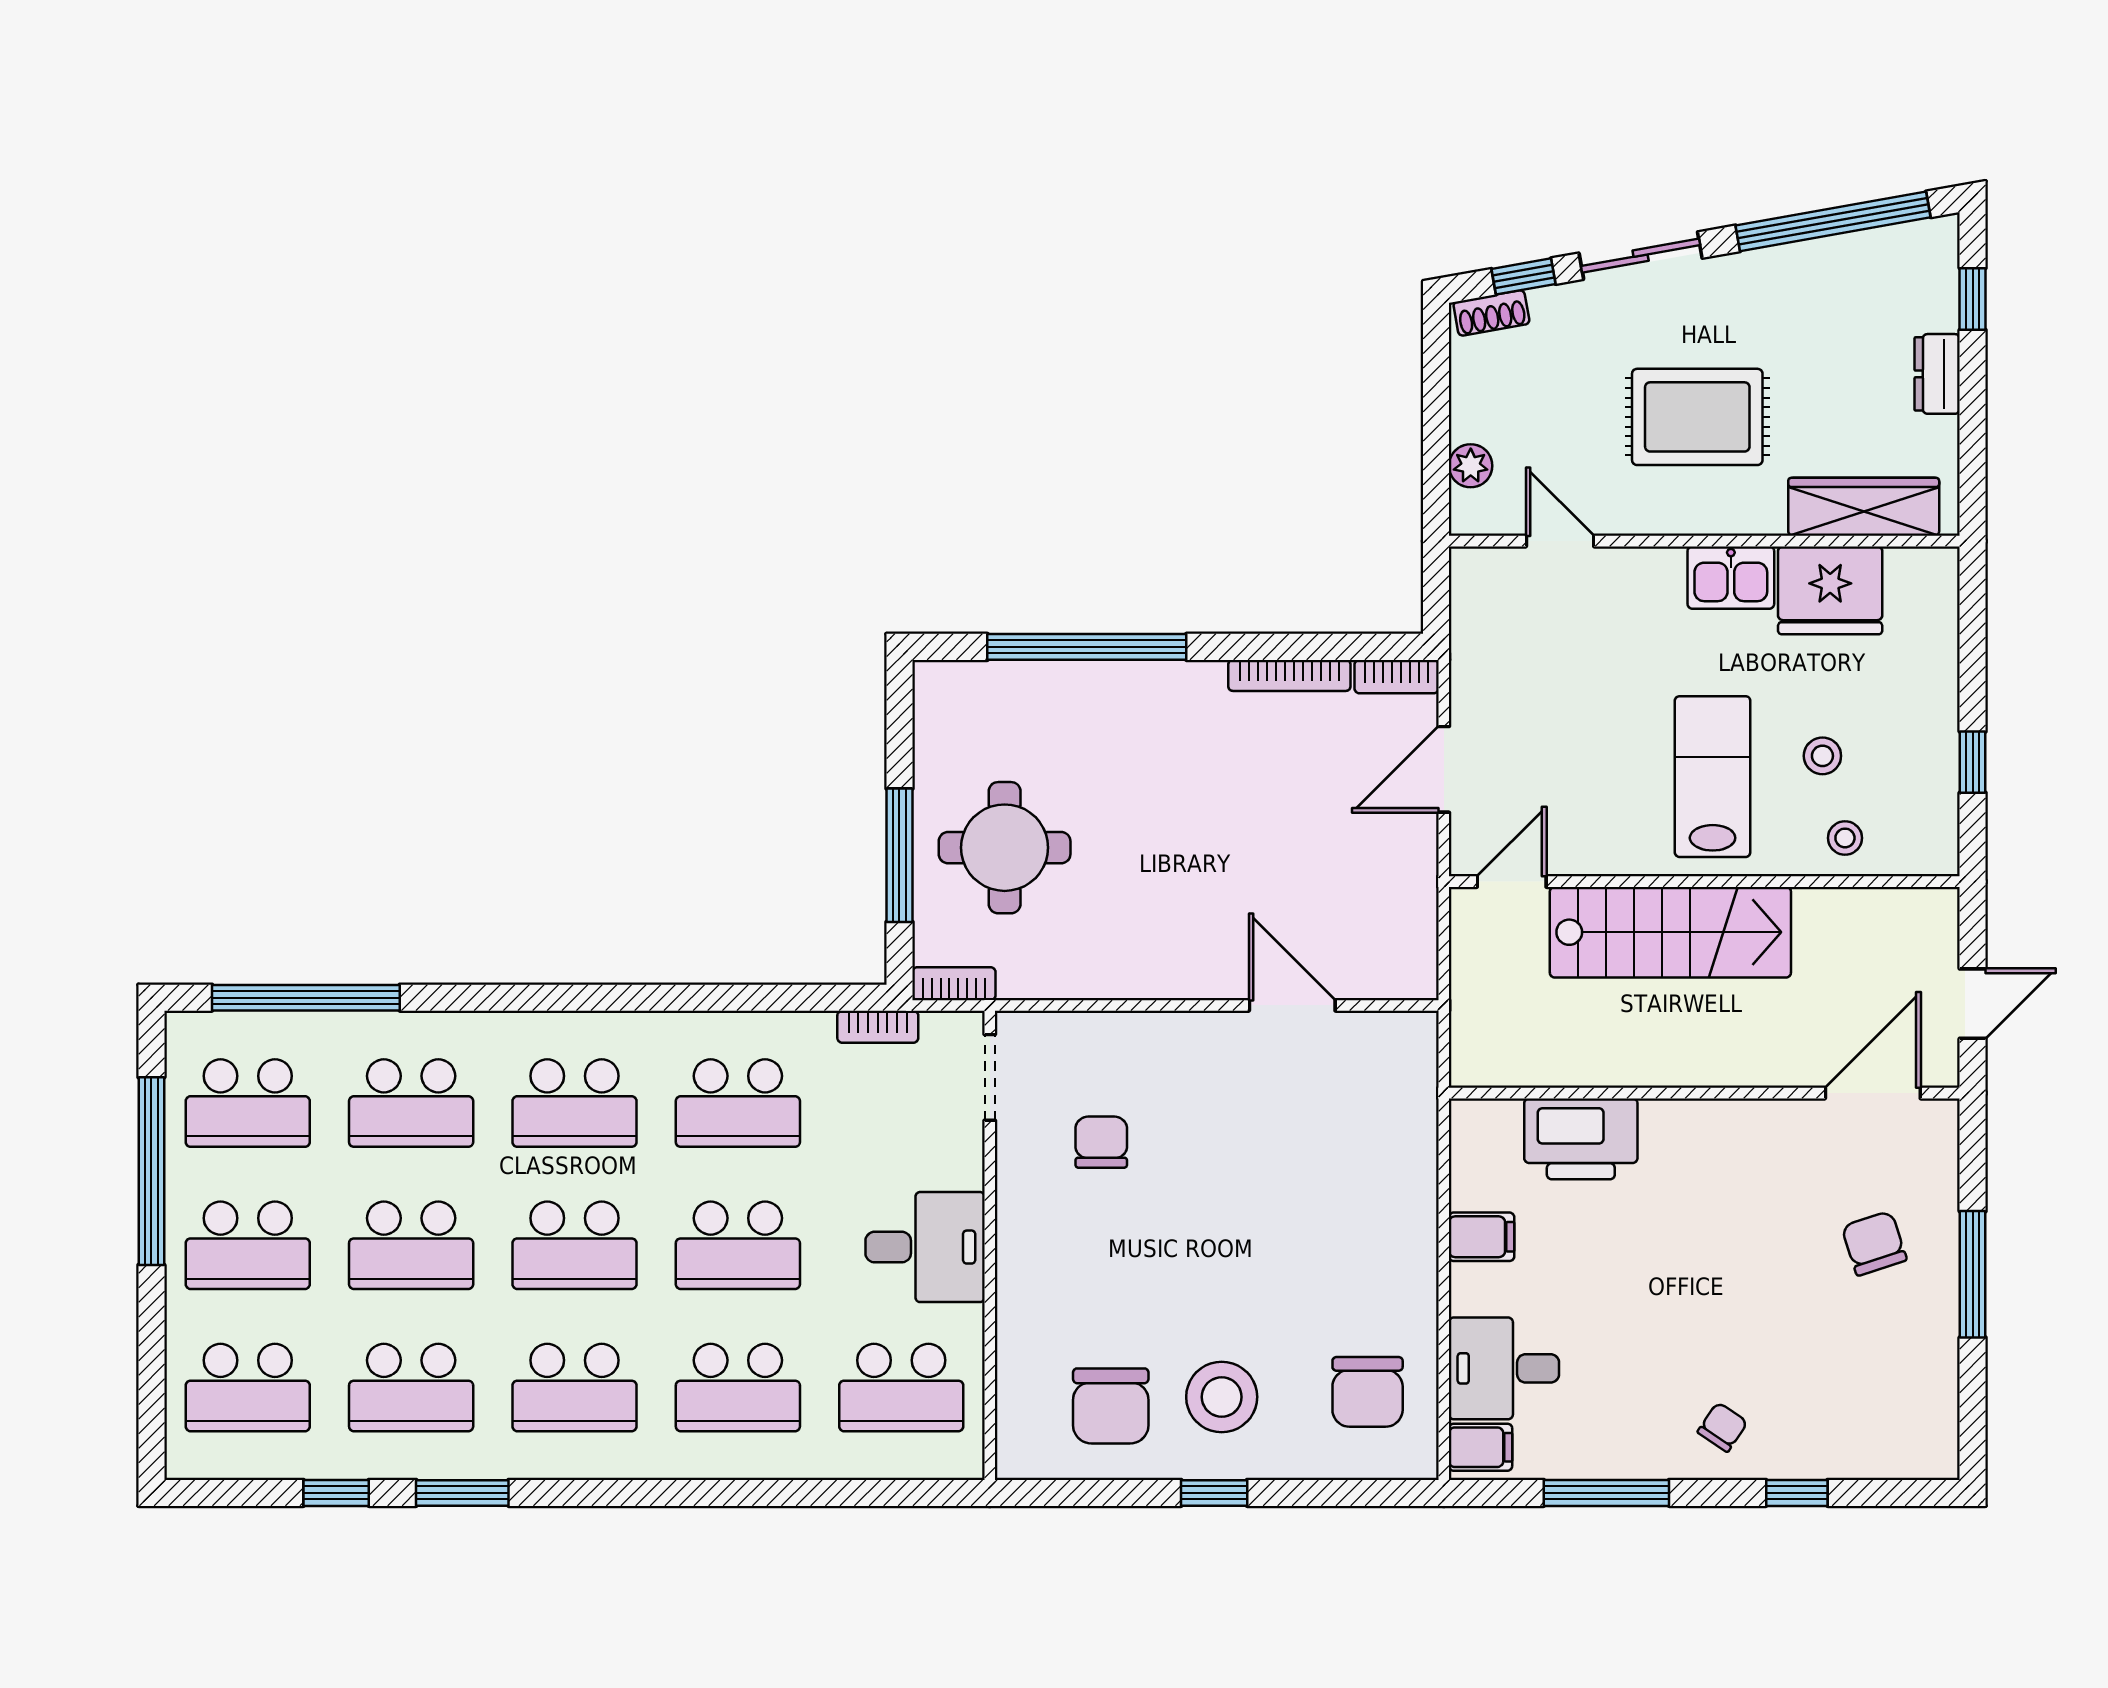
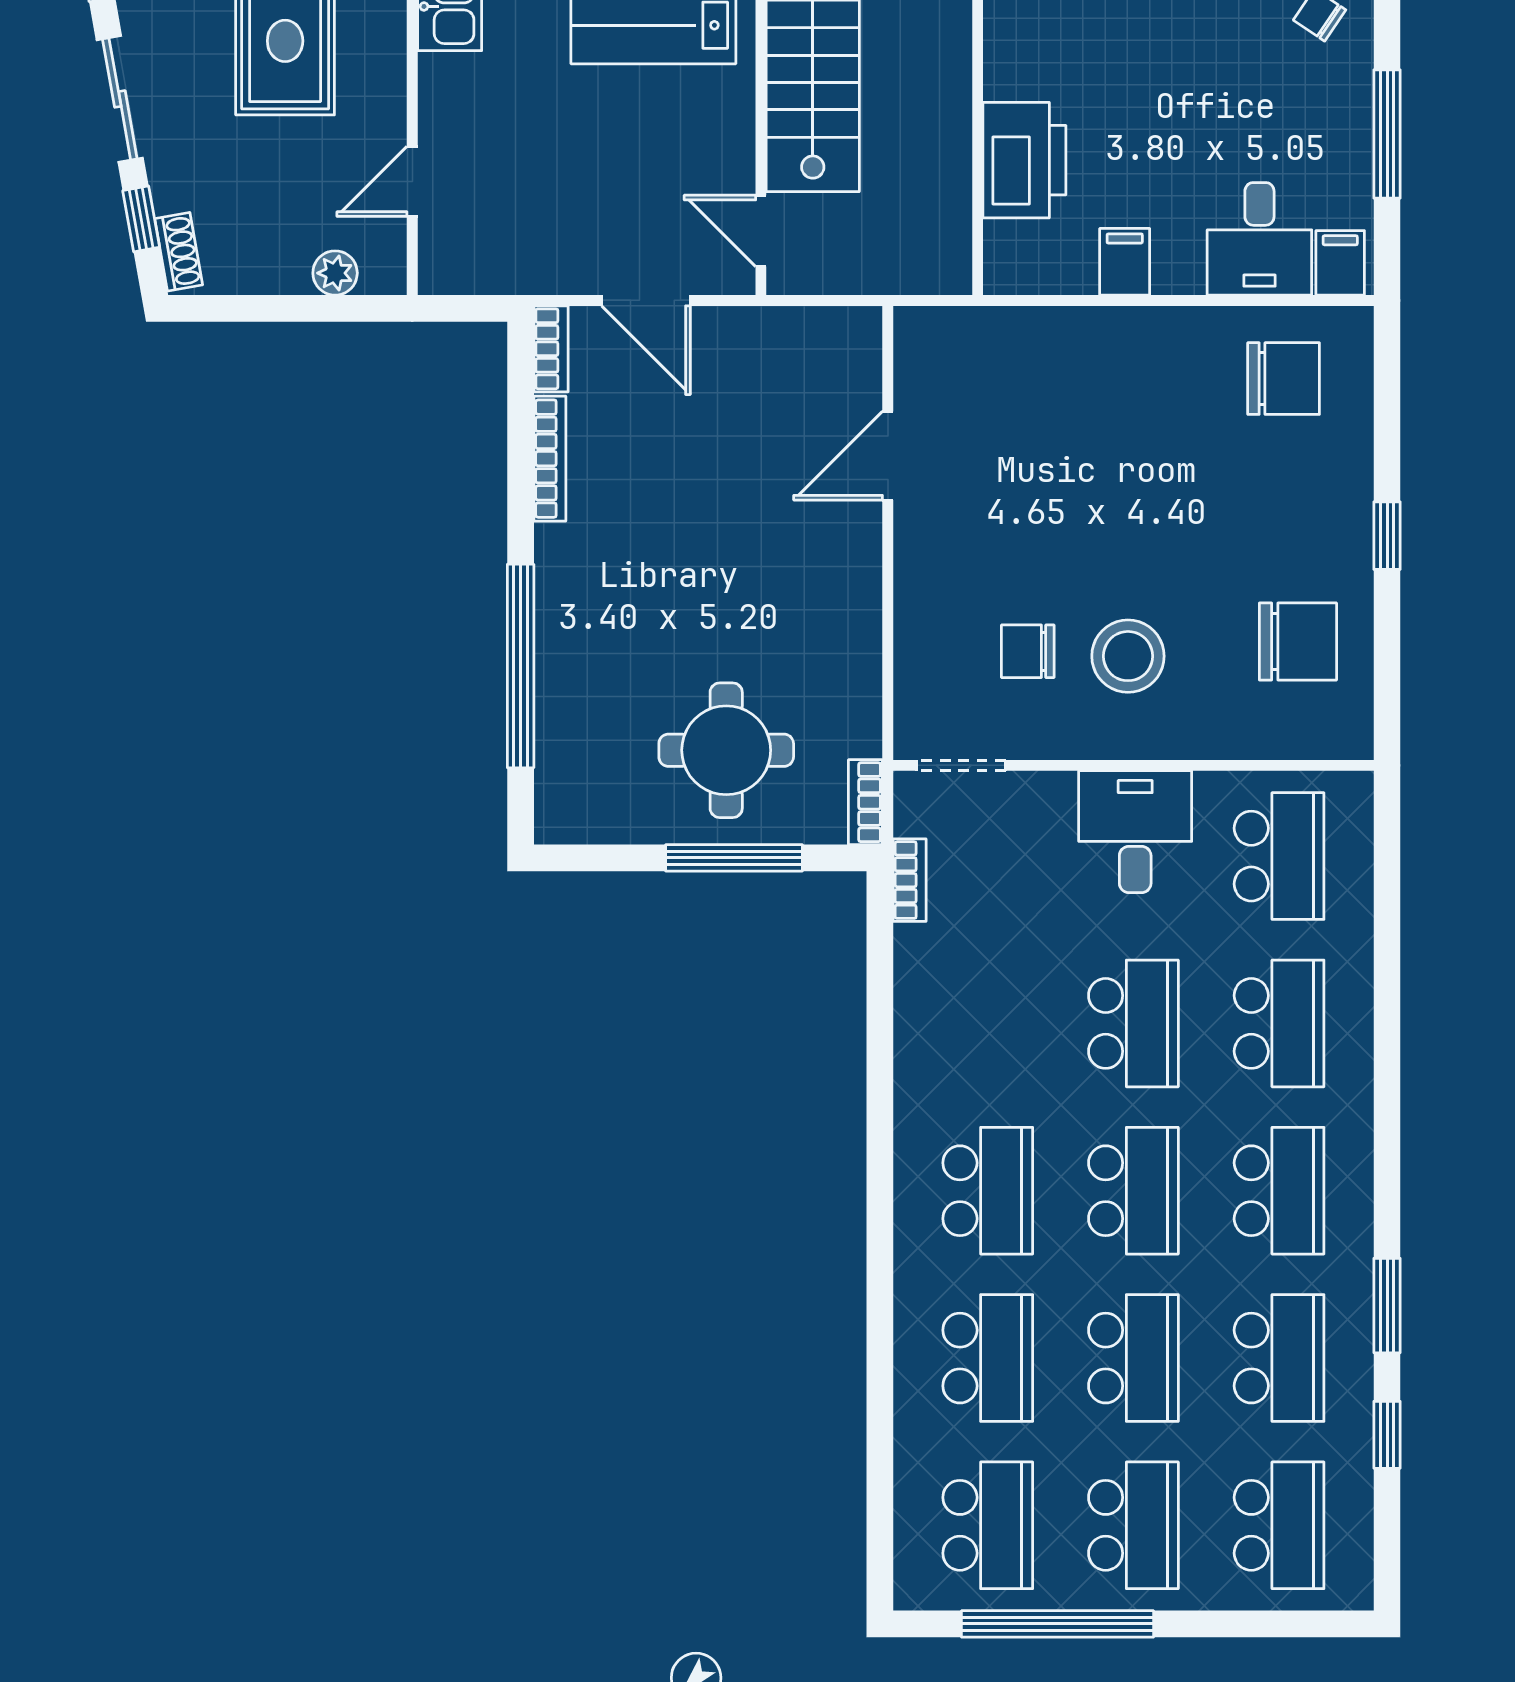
window: (306, 998) -> (880, 1466), removed
school desk: (738, 1103) -> (988, 1023), removed
stool: (1222, 1397) -> (1128, 656), moved

